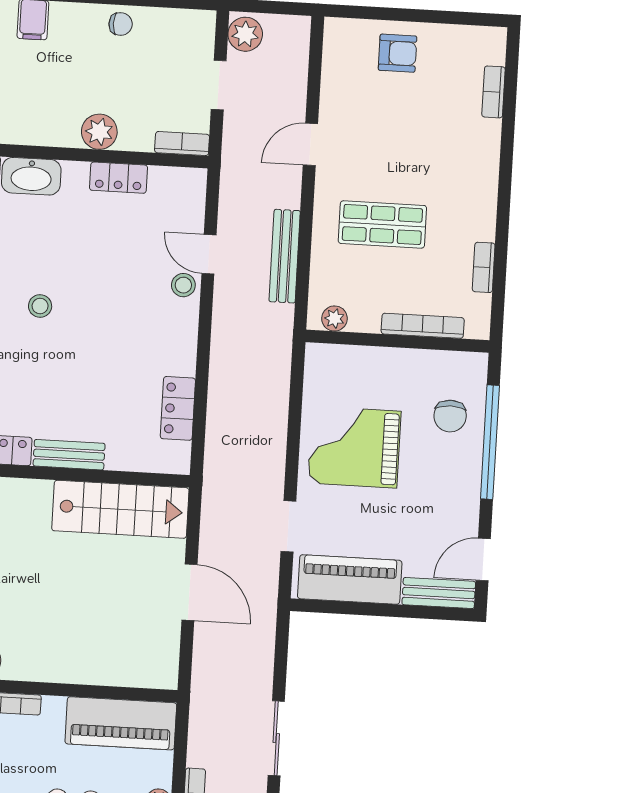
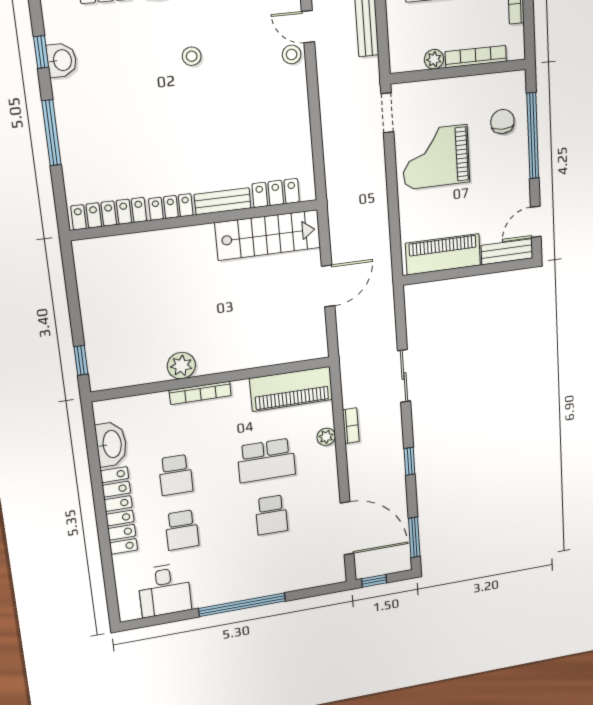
stool: (40, 306) -> (192, 56), moved
plant: (334, 318) -> (434, 59), moved
locker: (178, 408) -> (276, 193), moved, turned 90
chair: (450, 416) -> (502, 122), turned 180
doorway: (288, 526) -> (387, 113), moved
door: (189, 592) -> (328, 286), hinge flipped

